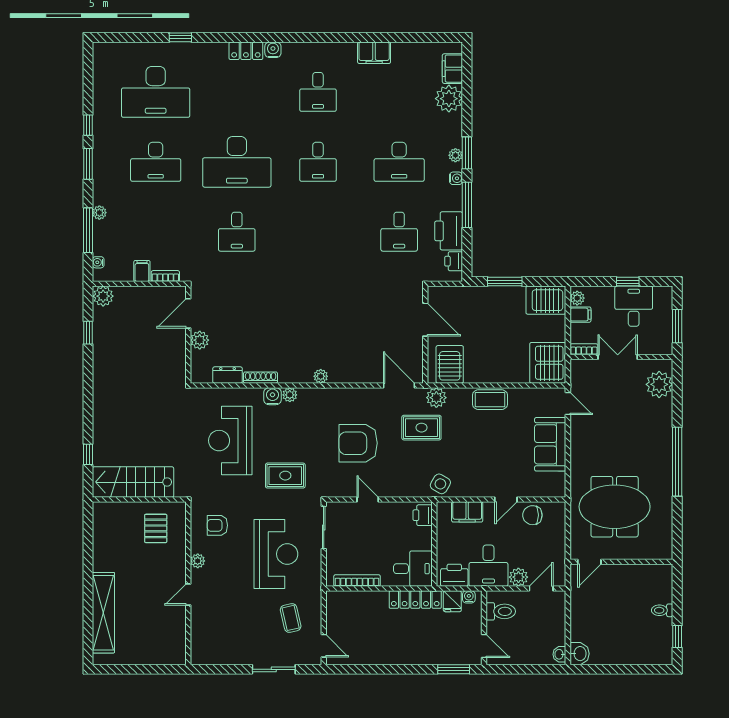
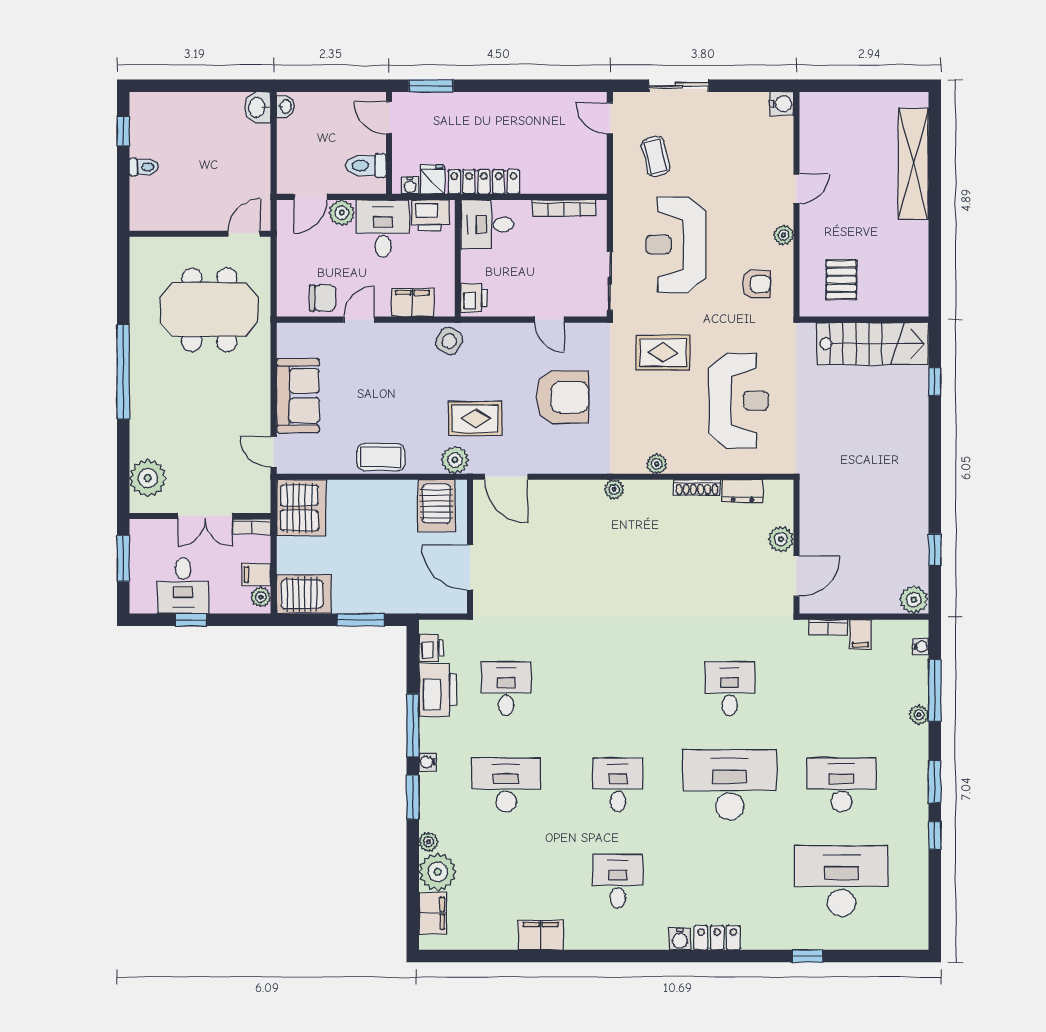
plant: (455, 155) -> (428, 842), moved
water cooler: (273, 396) -> (782, 104), moved, turned -90

